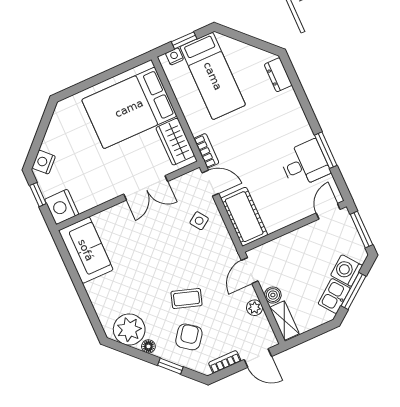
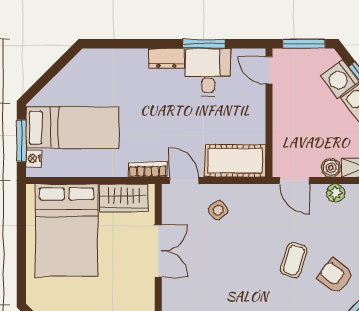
window: (184, 40) -> (21, 141), width x1.50
dresser: (278, 75) -> (166, 58), moved
door: (210, 183) -> (184, 181), hinge flipped

